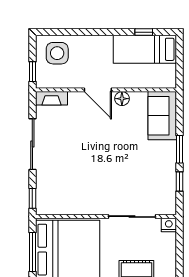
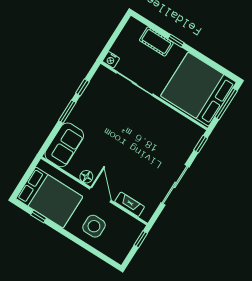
bed: (145, 49) -> (49, 198), width x1.50
side table: (57, 53) -> (94, 226), moved
fireplace: (51, 98) -> (130, 204), moved

